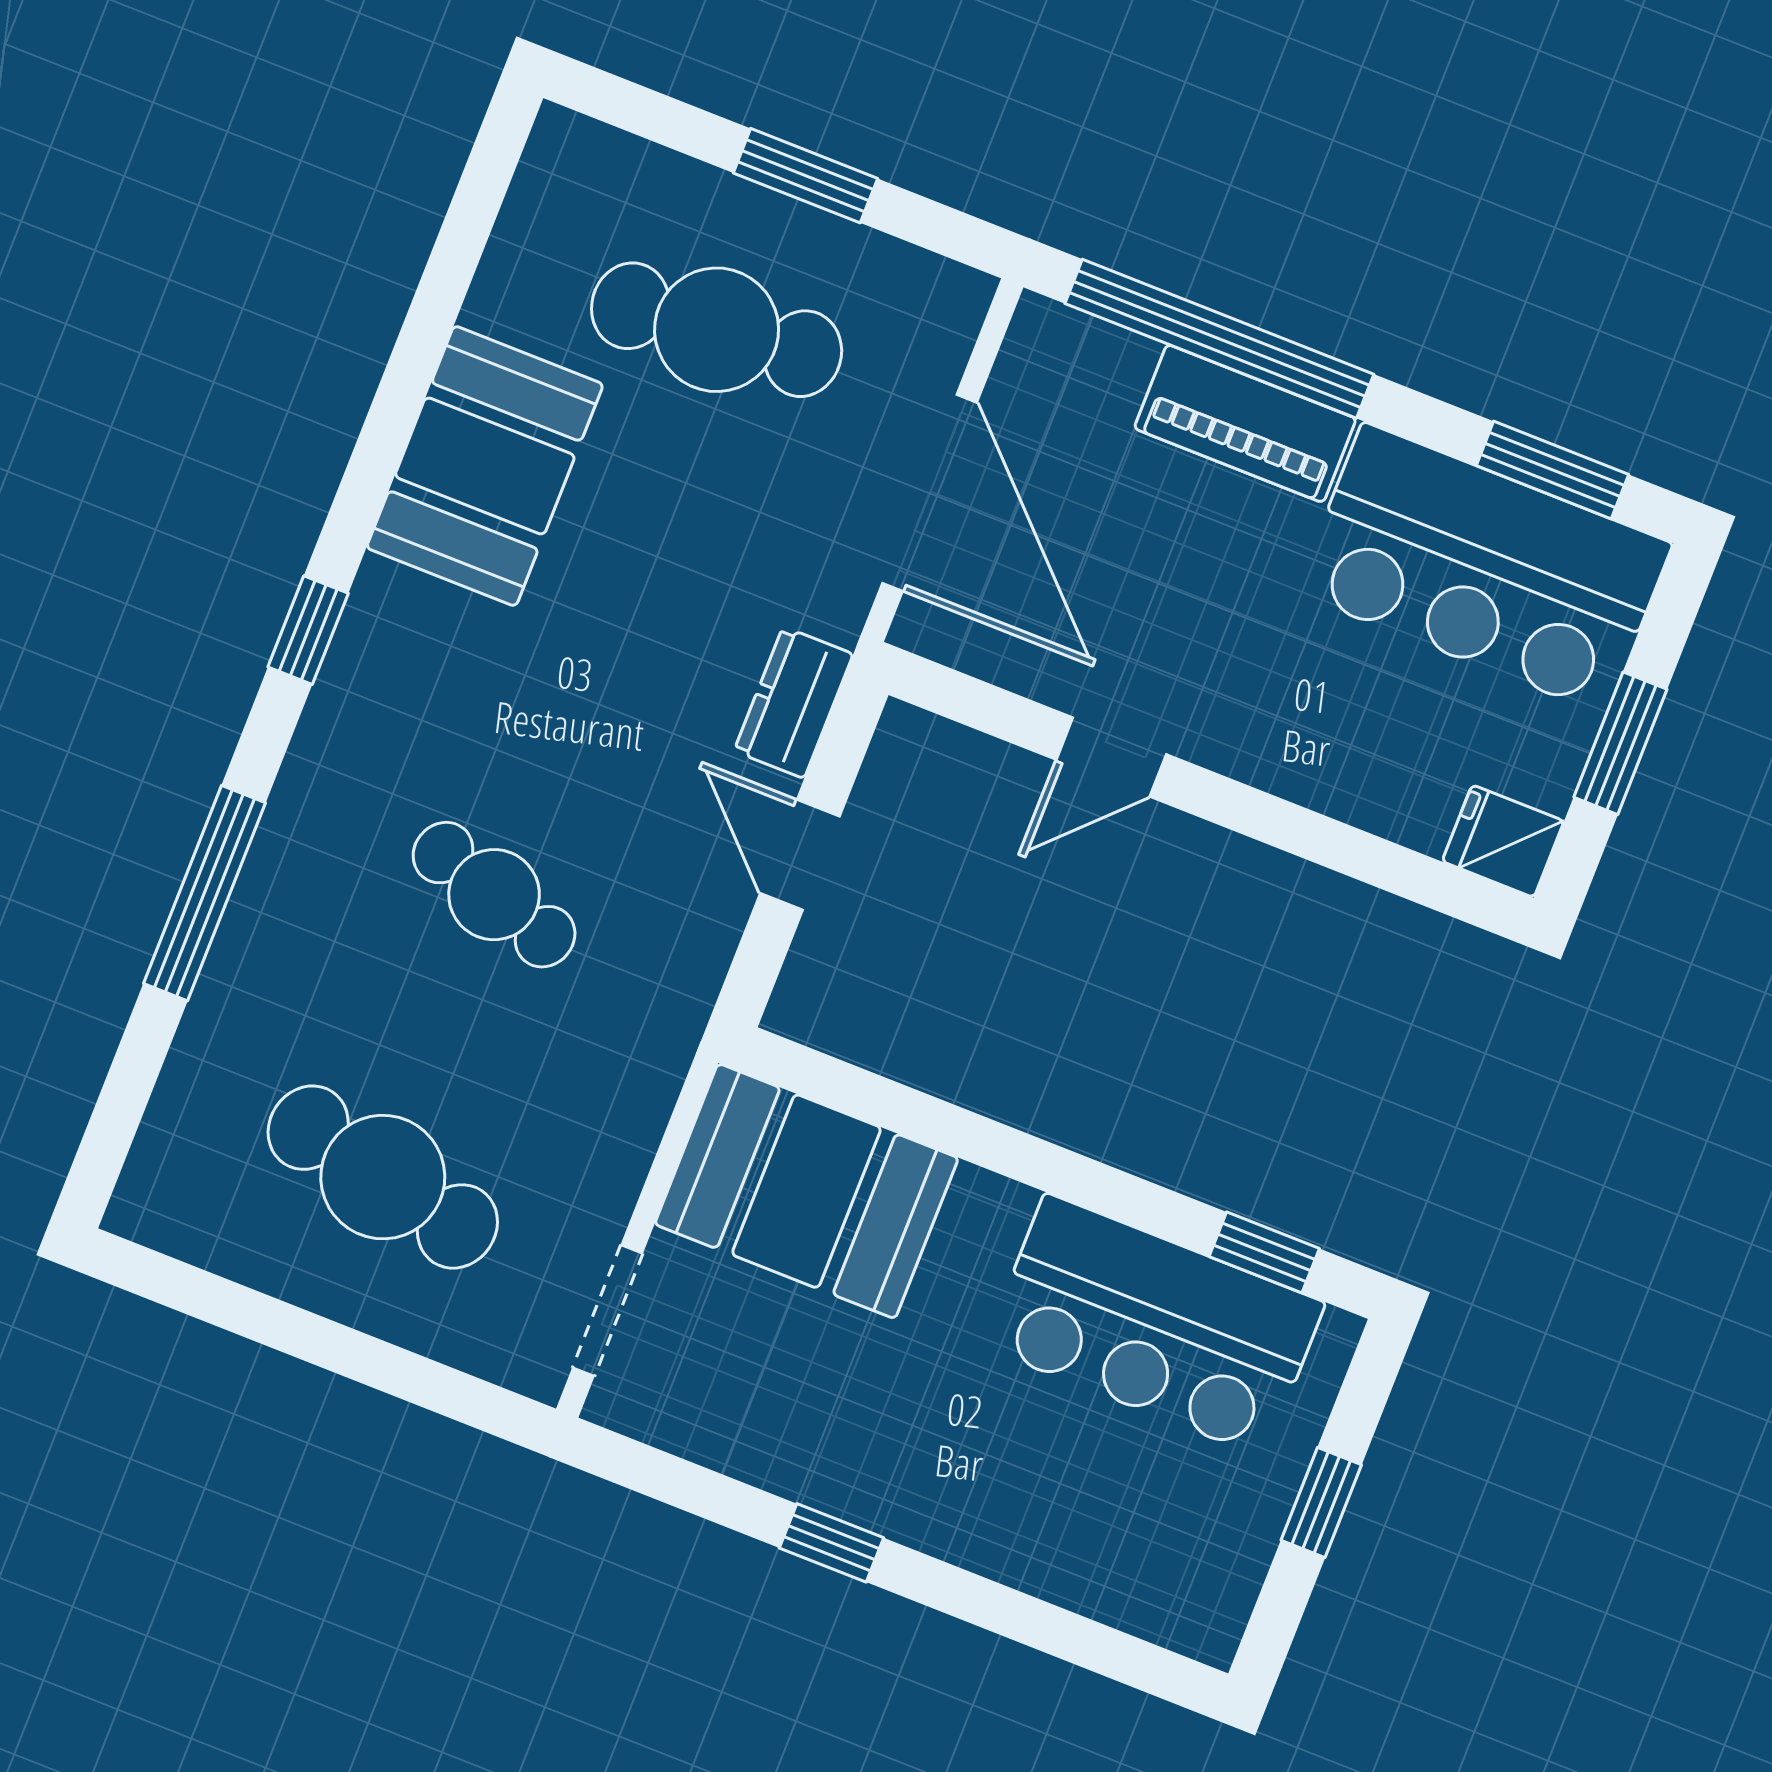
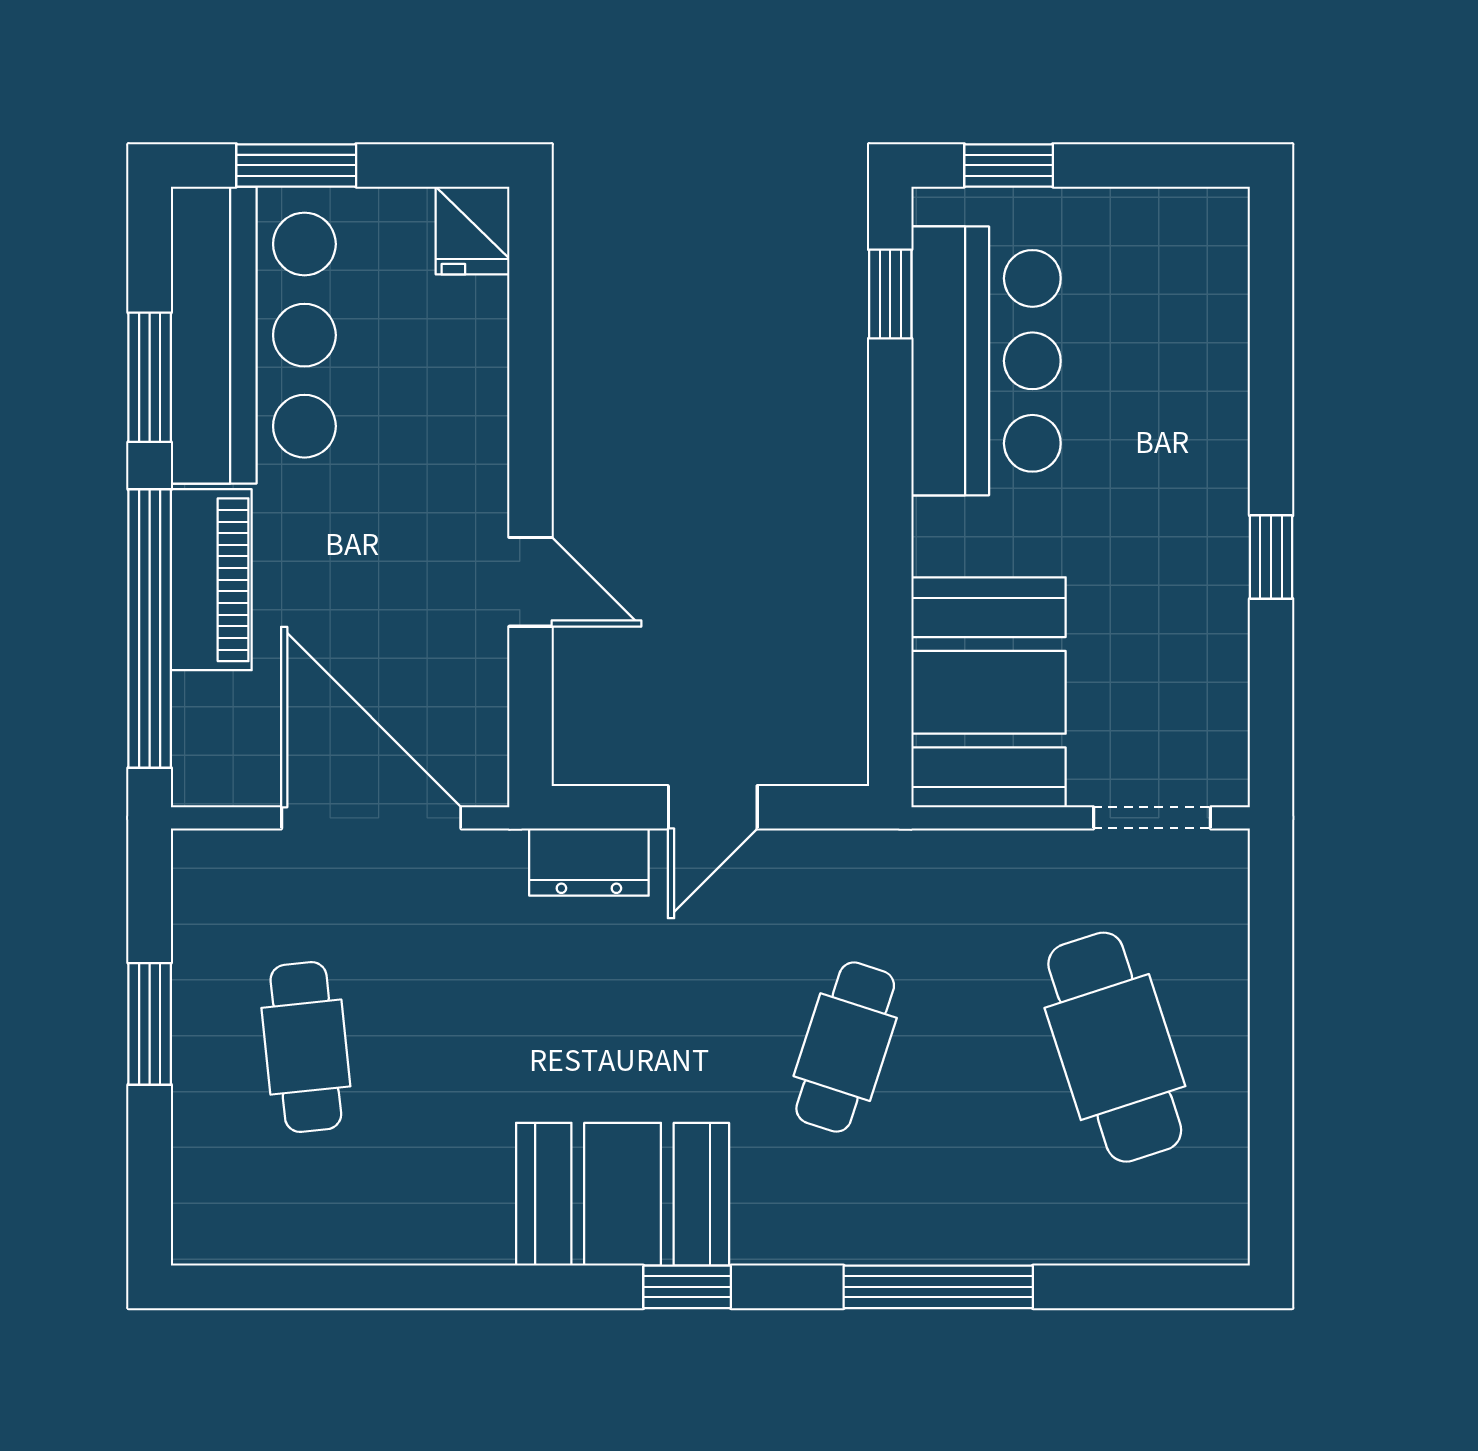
cafe table: (717, 330) -> (306, 1047), width x0.73, depth x0.74
booth: (485, 466) -> (623, 1194), moved
window: (1552, 470) -> (150, 377), moved
door: (930, 493) -> (371, 818), hinge flipped
window: (1620, 743) -> (296, 165), moved
cafe table: (383, 1177) -> (1115, 1047), turned -30
window: (1321, 1503) -> (1009, 165), moved

